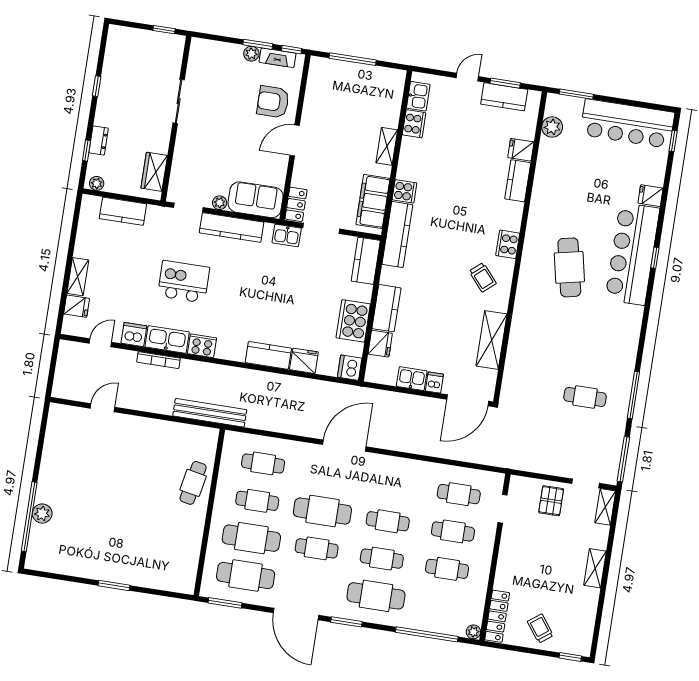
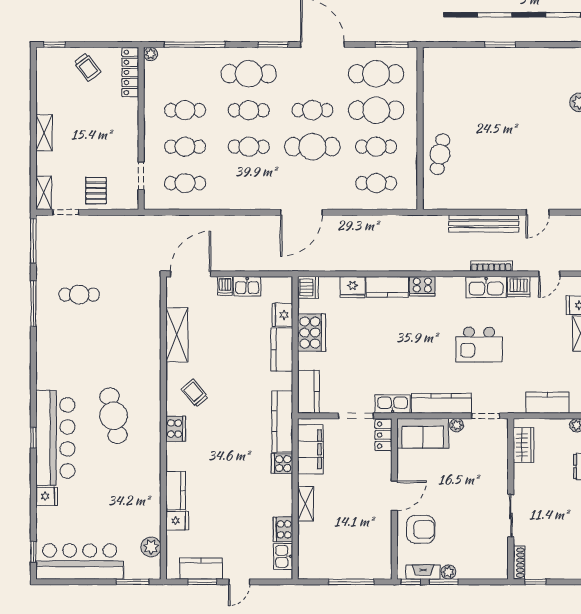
shoe rack: (178, 52) -> (519, 563), added
kitchen sink: (287, 235) -> (393, 404), width x1.38
cooker: (202, 346) -> (422, 286), moved
bench: (210, 413) -> (484, 224), moved

